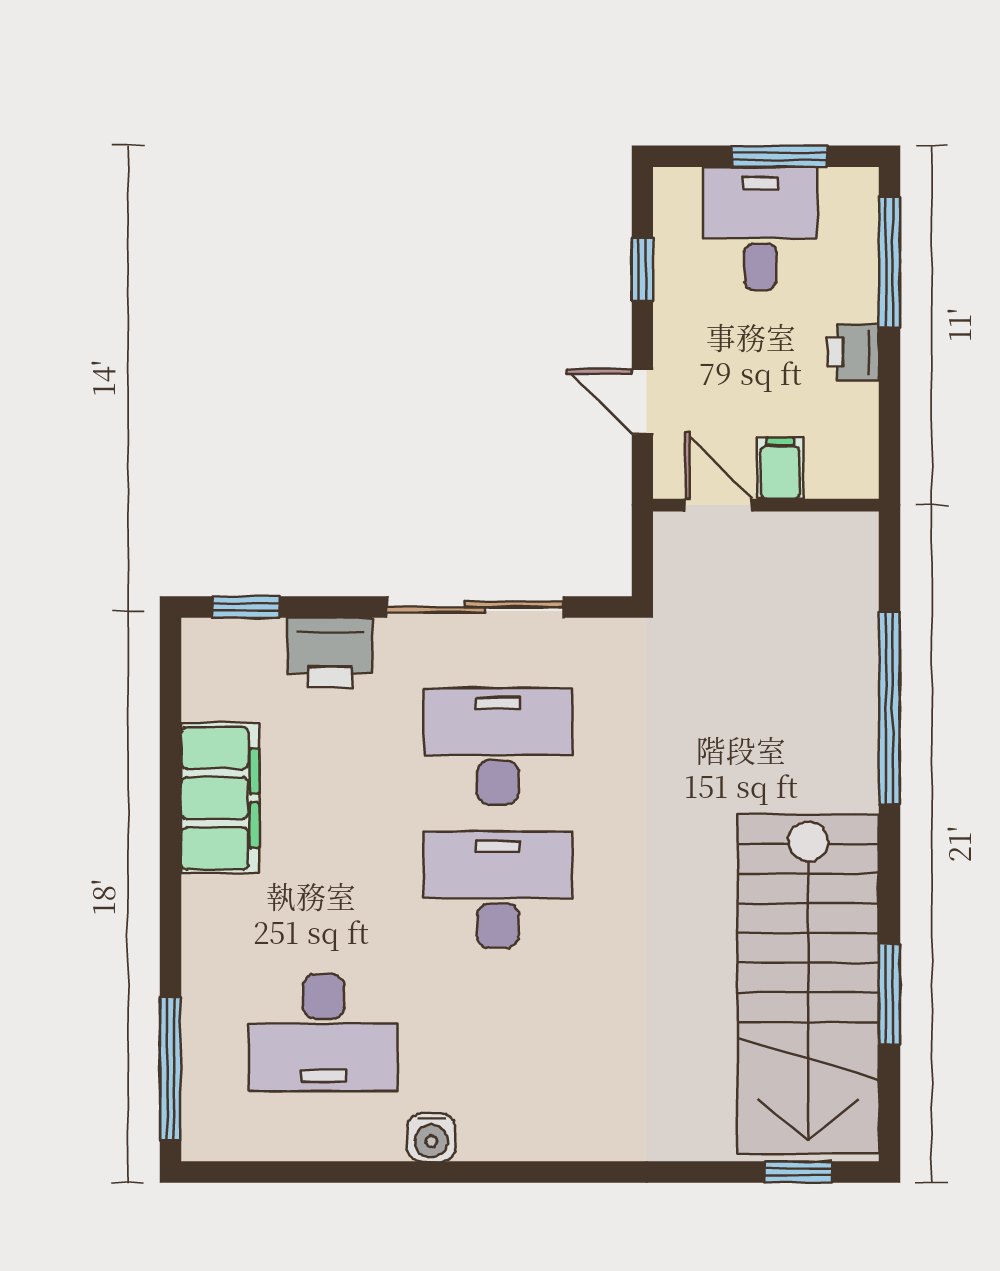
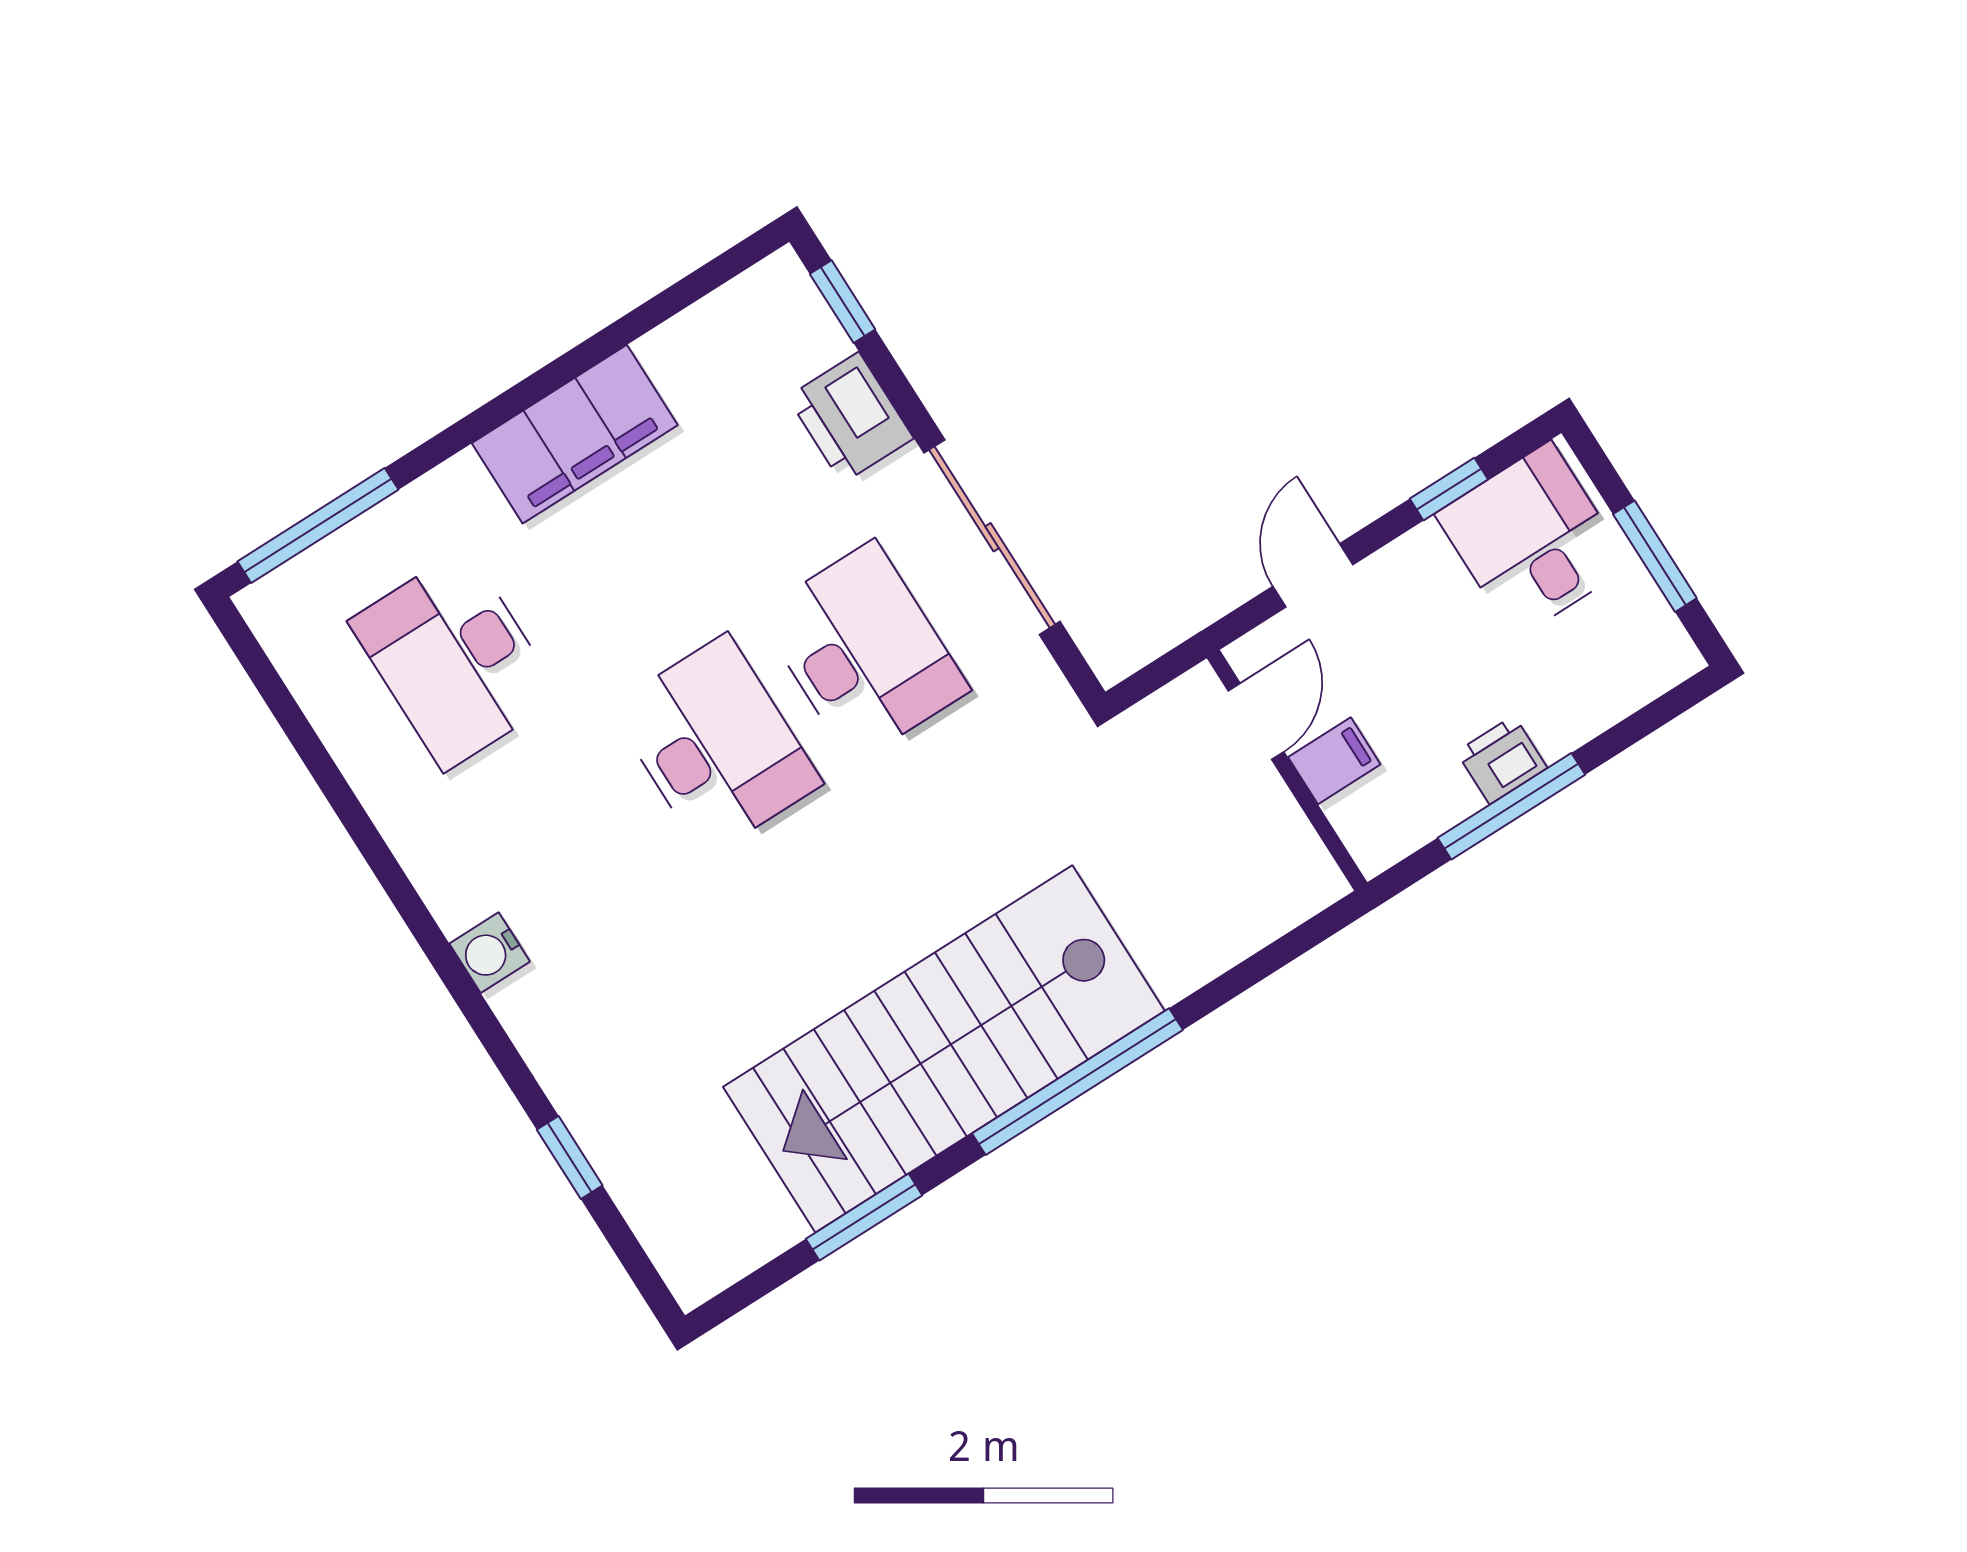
desk: (760, 228) -> (1533, 540), moved, turned -90
window: (889, 262) -> (1511, 806), moved
window: (889, 708) -> (1077, 1082), moved
filing cabinet: (220, 798) -> (575, 434), moved
stairs: (808, 984) -> (944, 1049), moved
water cooler: (431, 1137) -> (490, 953), moved
window: (799, 1172) -> (570, 1158), moved

